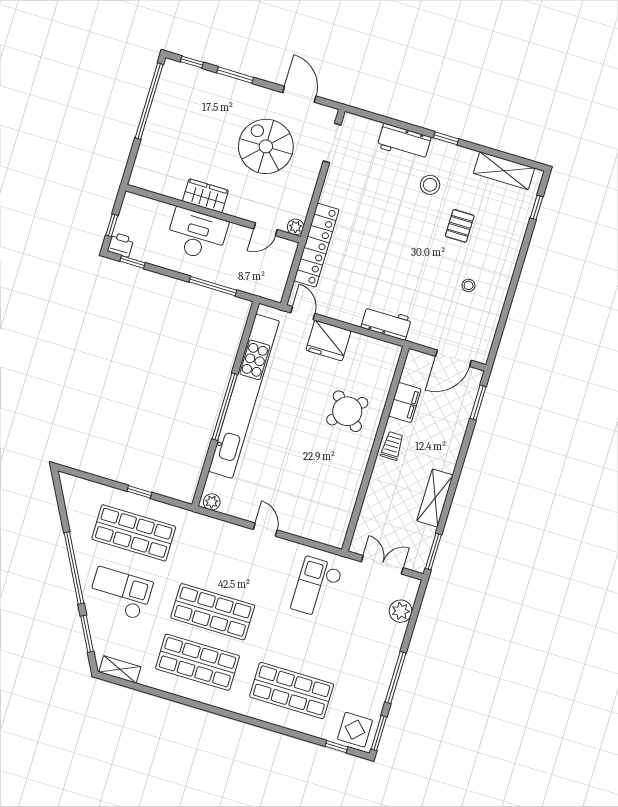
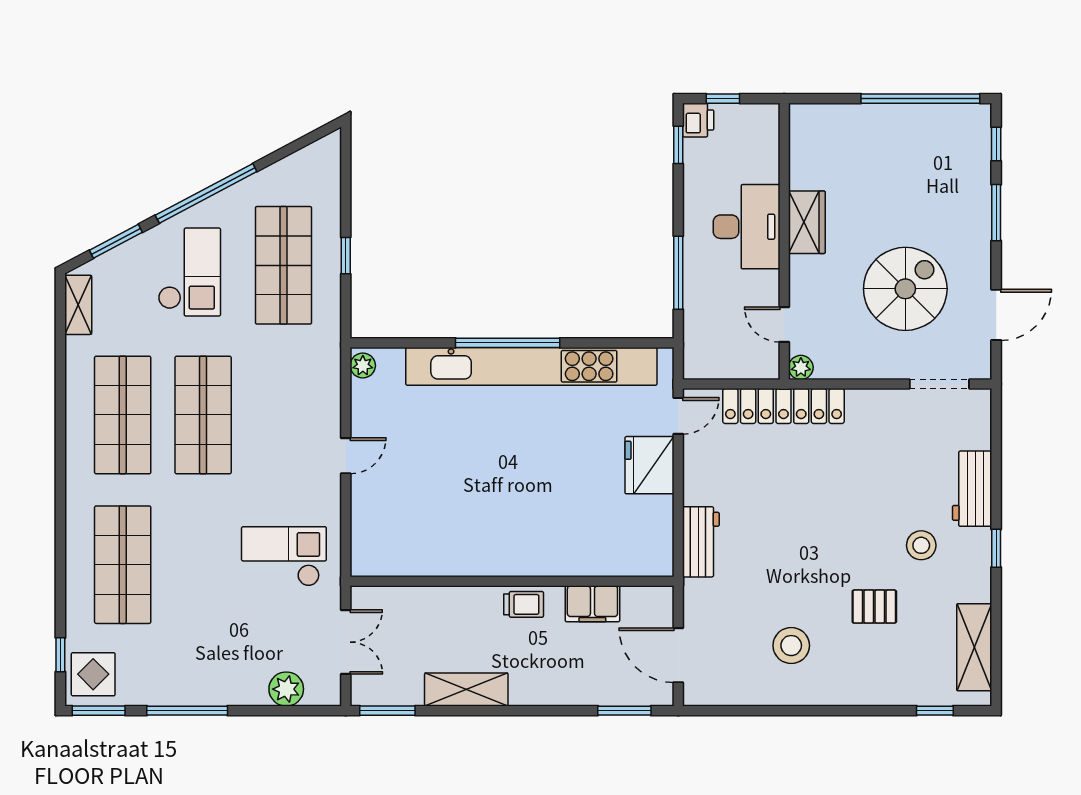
stool: (469, 285) -> (791, 646), width x1.89, depth x1.89
round table: (347, 411) -> (555, 524), removed

